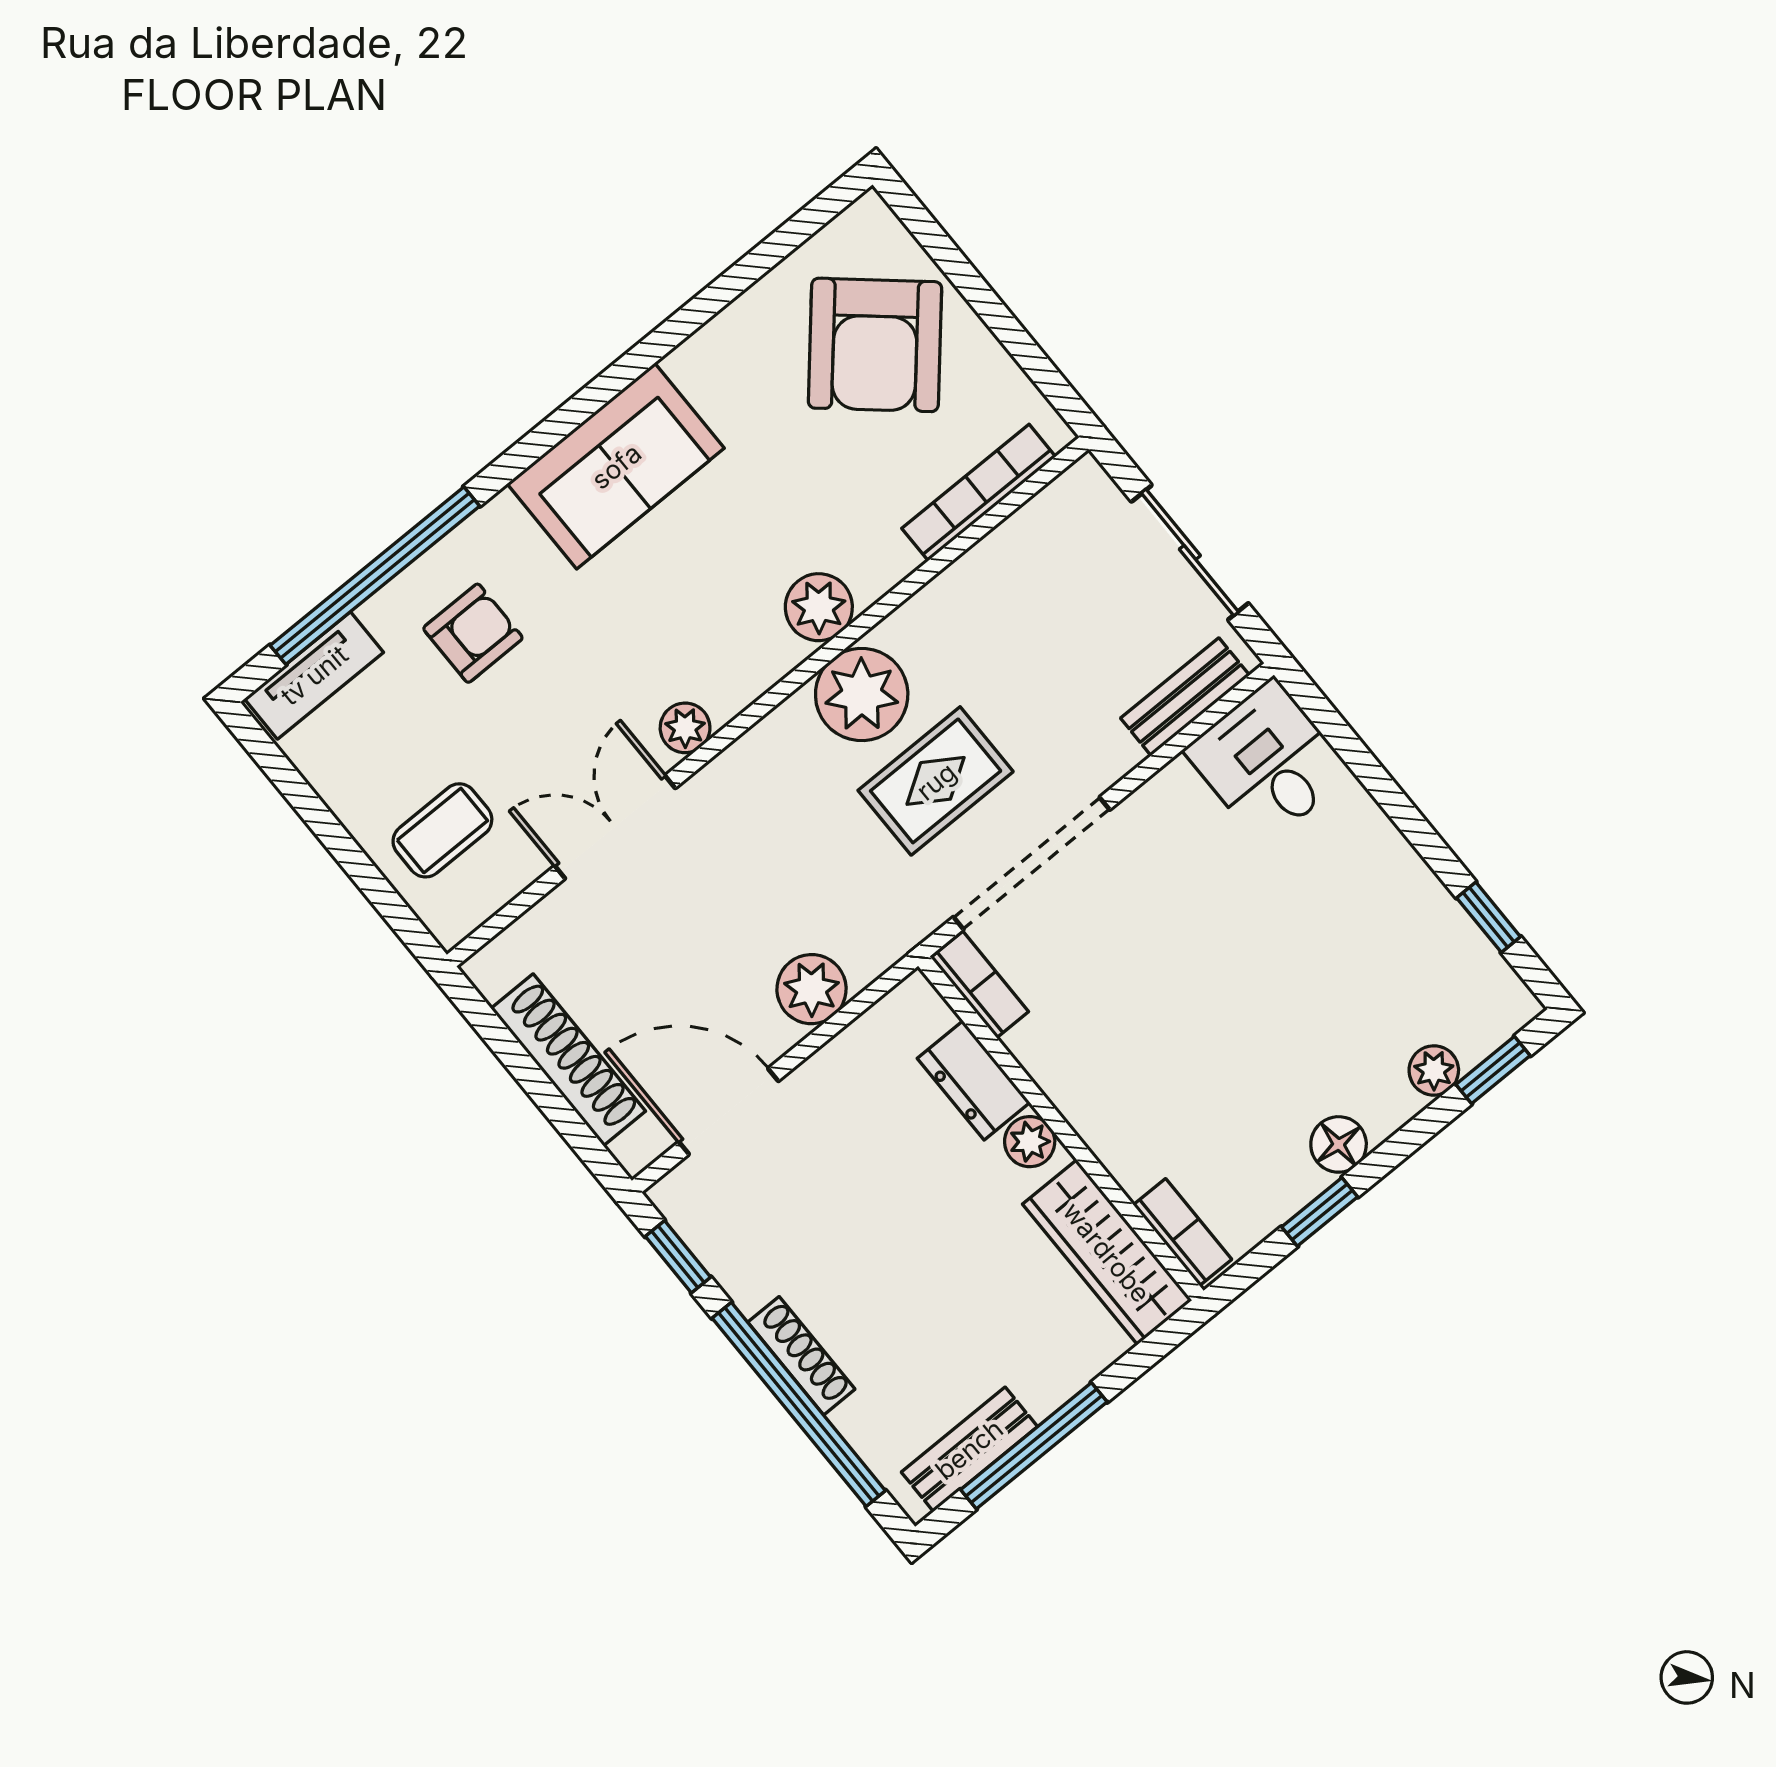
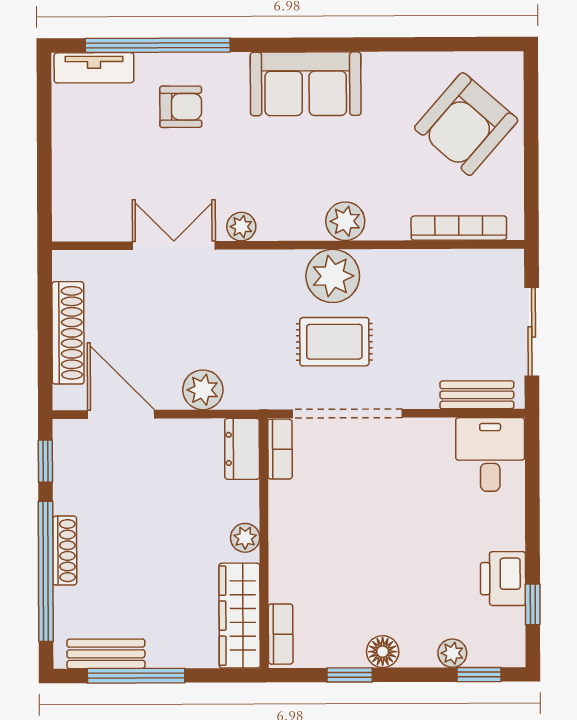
coffee table: (442, 830) -> (95, 184), removed
printer: (1421, 915) -> (503, 579), added
dresser: (974, 1080) -> (242, 449), moved

